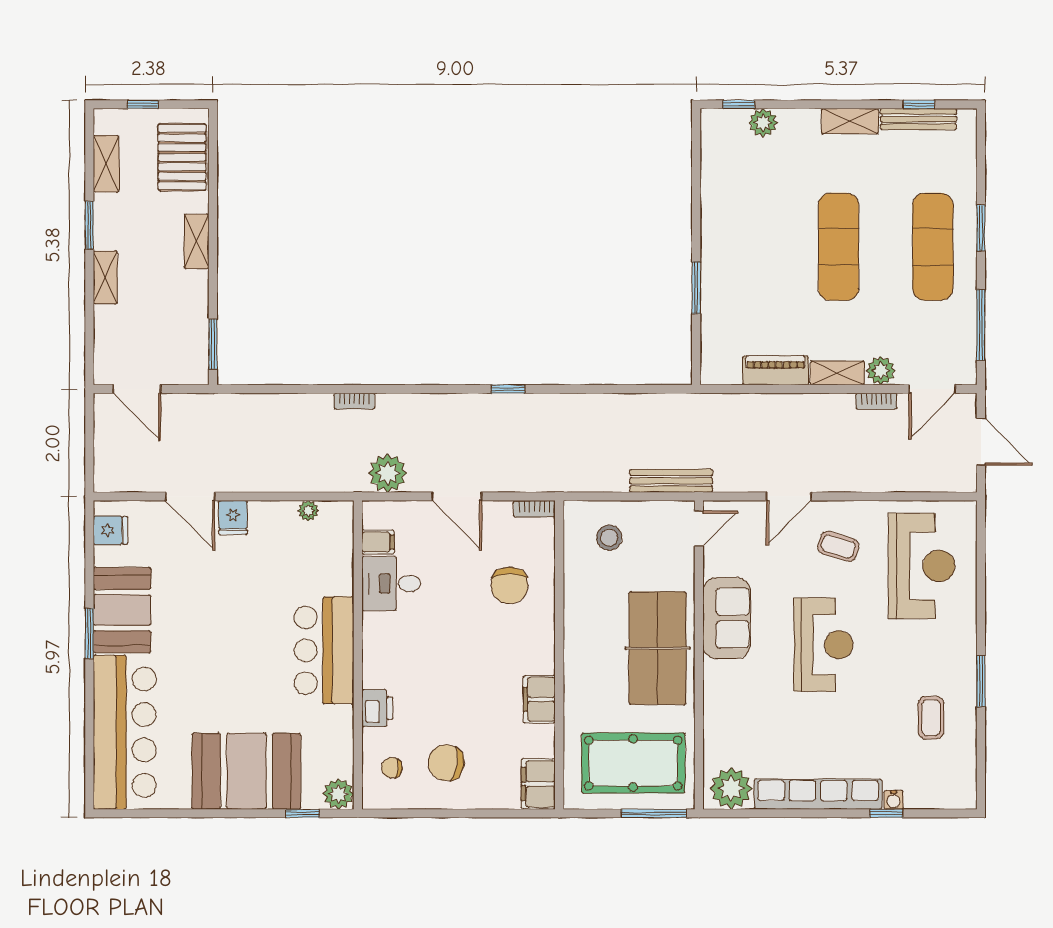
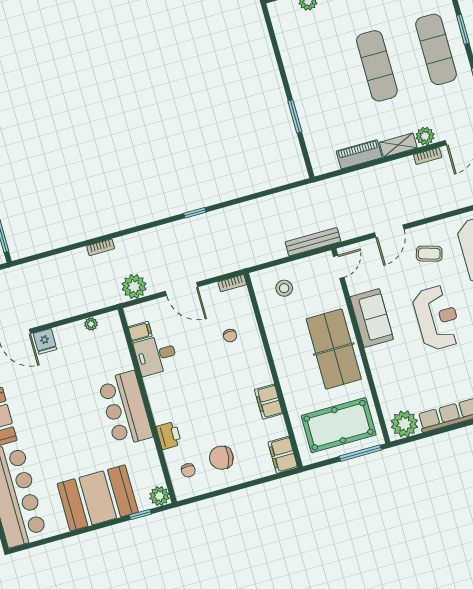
chair: (510, 585) -> (230, 336), width x0.54, depth x0.54
chair: (392, 768) -> (188, 470), turned -98

